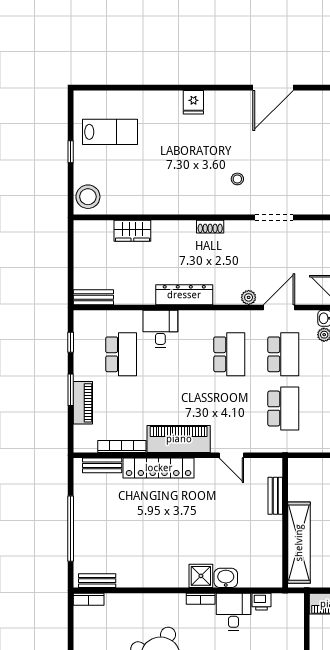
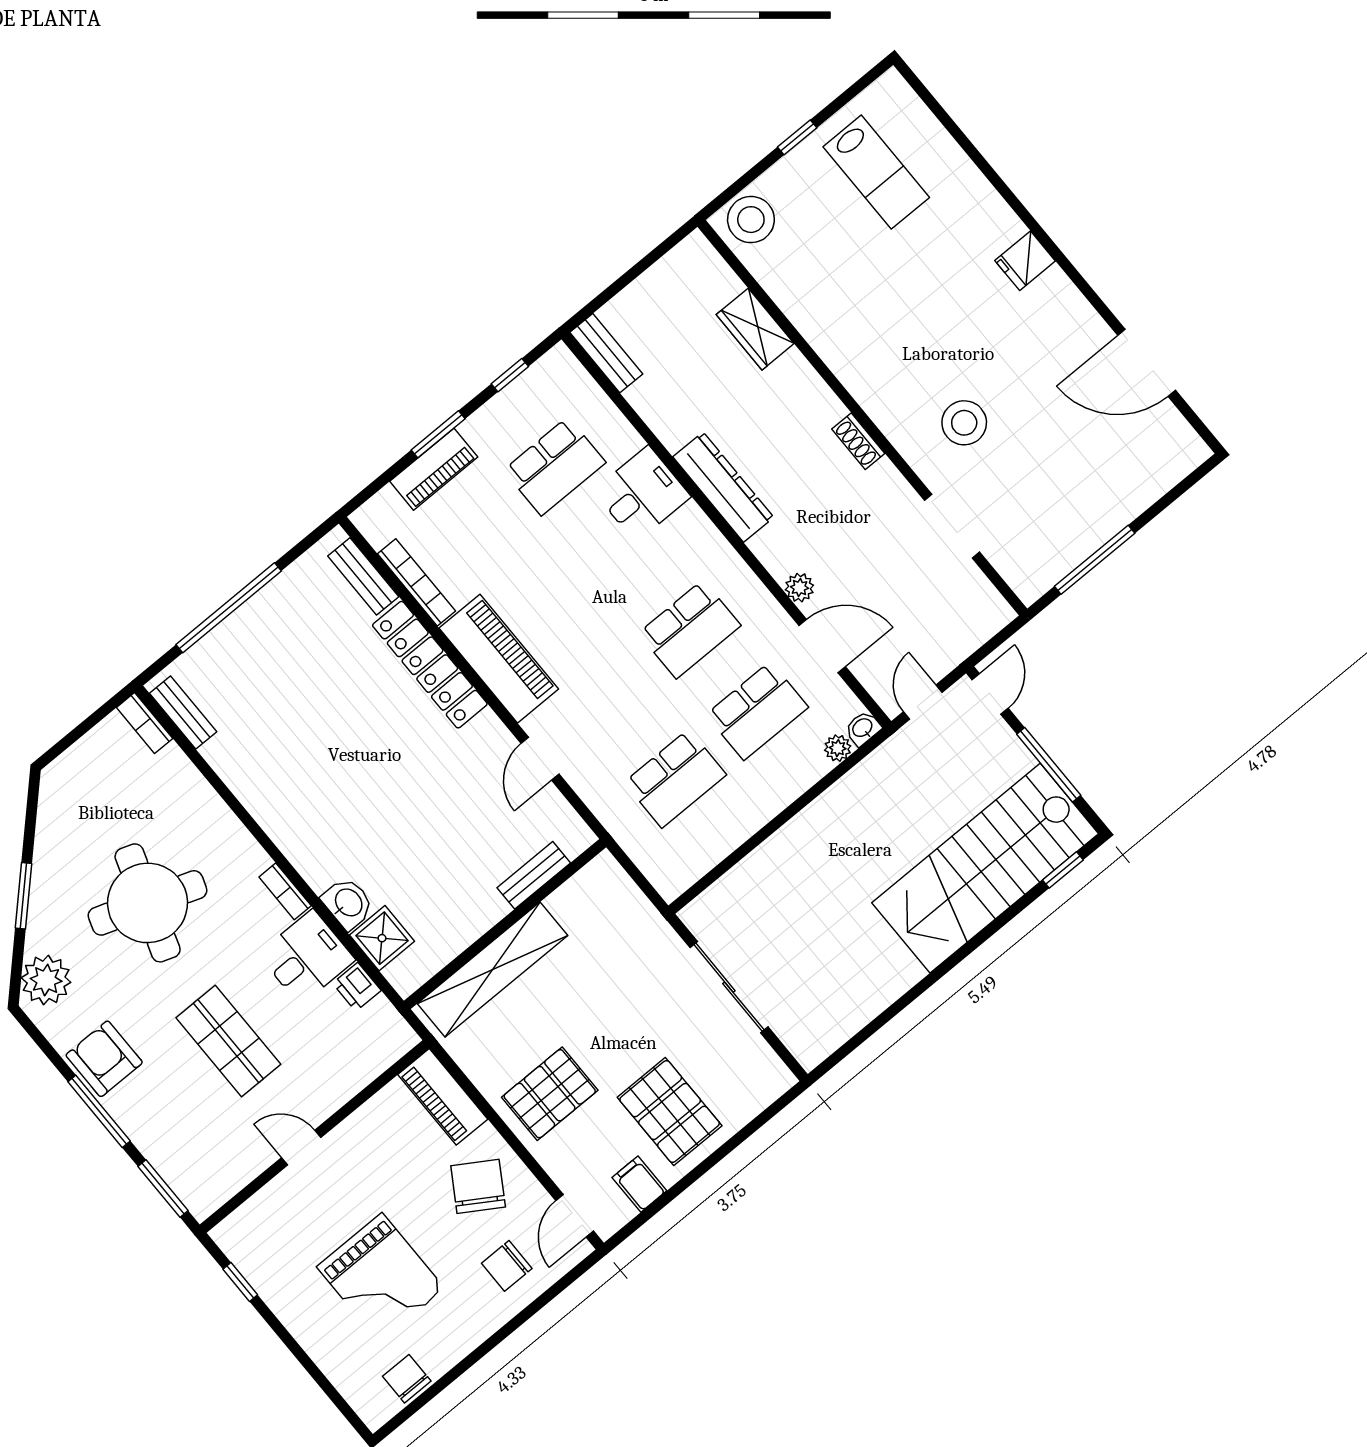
stool: (237, 179) -> (964, 423), width x1.89, depth x1.89
shower: (201, 576) -> (382, 938), moved

